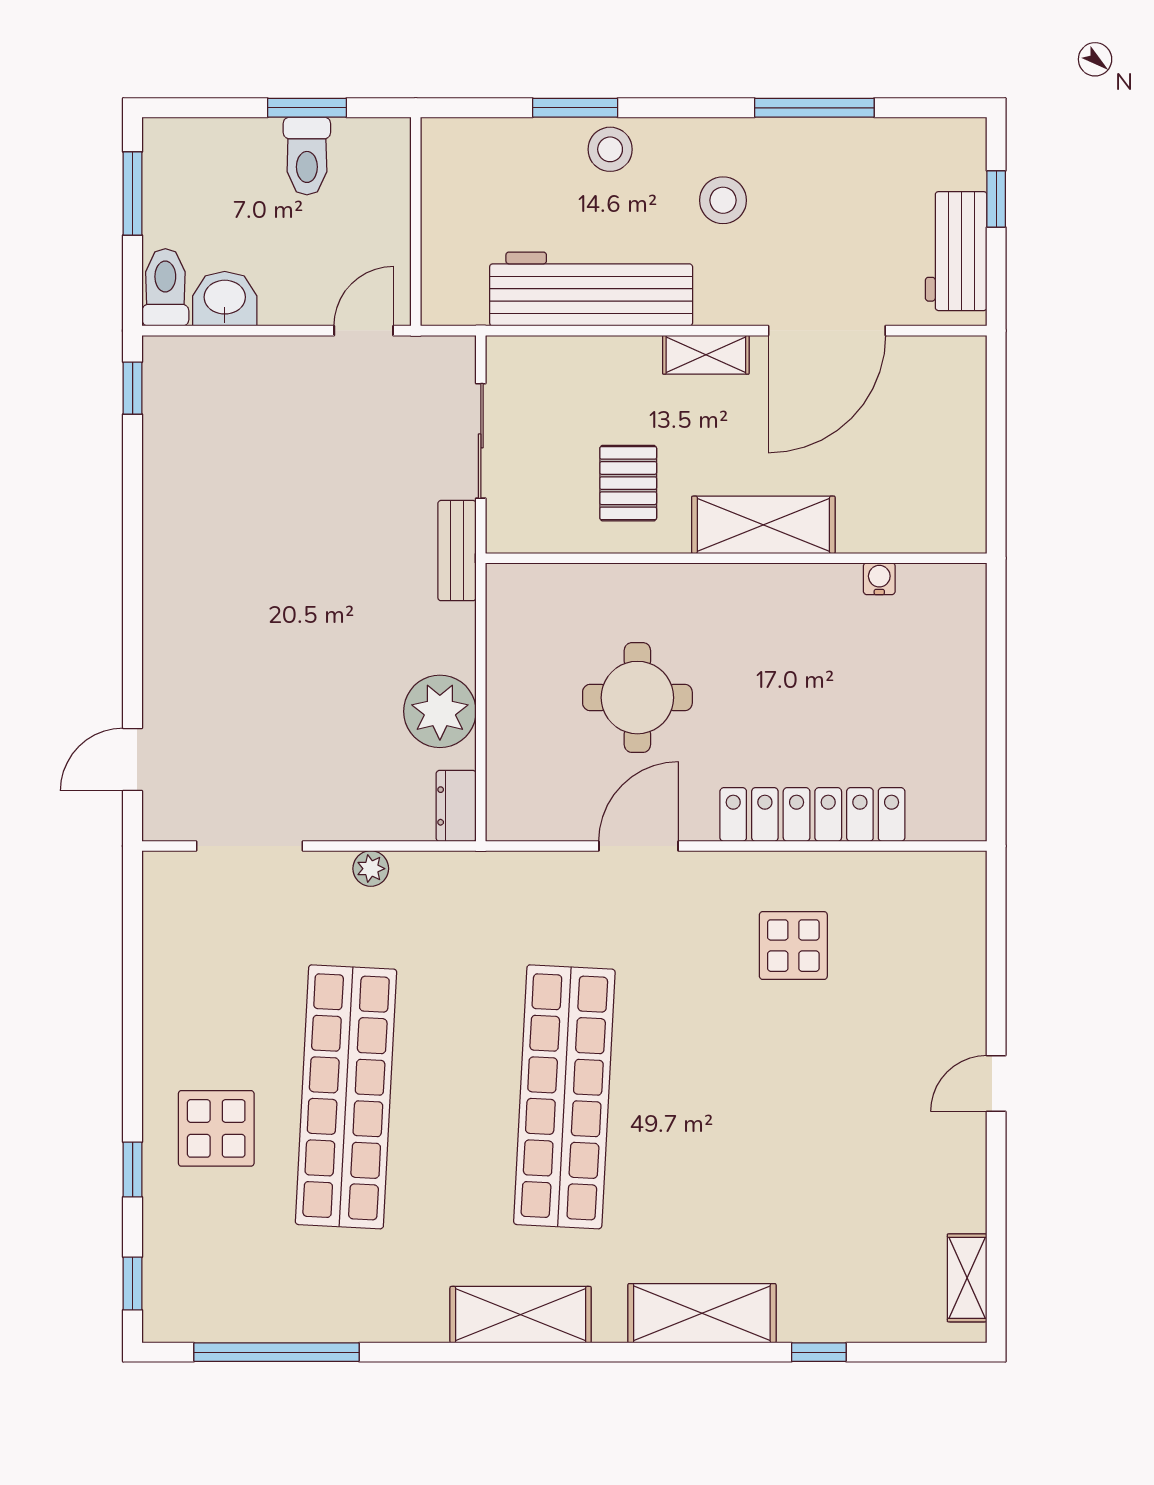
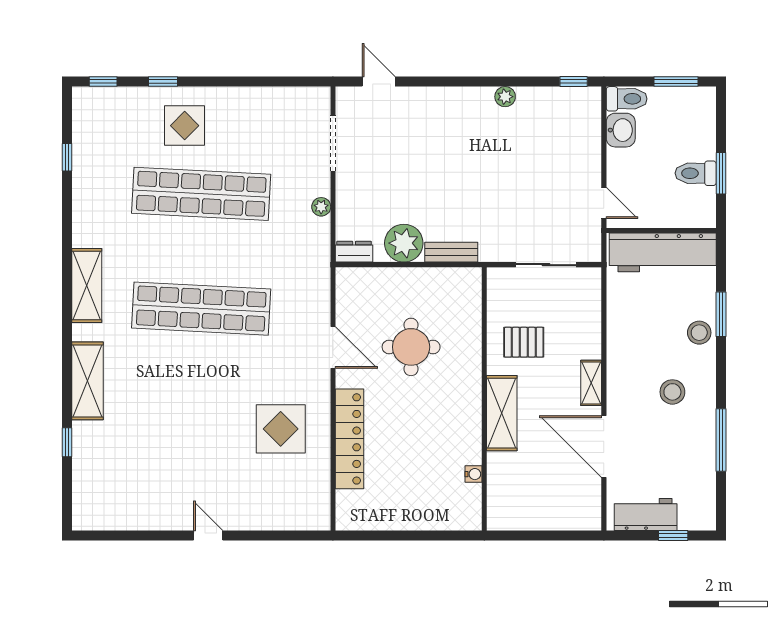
workbench: (591, 289) -> (663, 252), moved, turned 90
plant: (161, 519) -> (505, 97), added
bench: (457, 551) -> (451, 252), moved
display table: (793, 946) -> (281, 429), width x1.36, depth x1.36
shelving: (967, 1278) -> (106, 520), removed
window: (276, 1352) -> (67, 157), width x0.32

